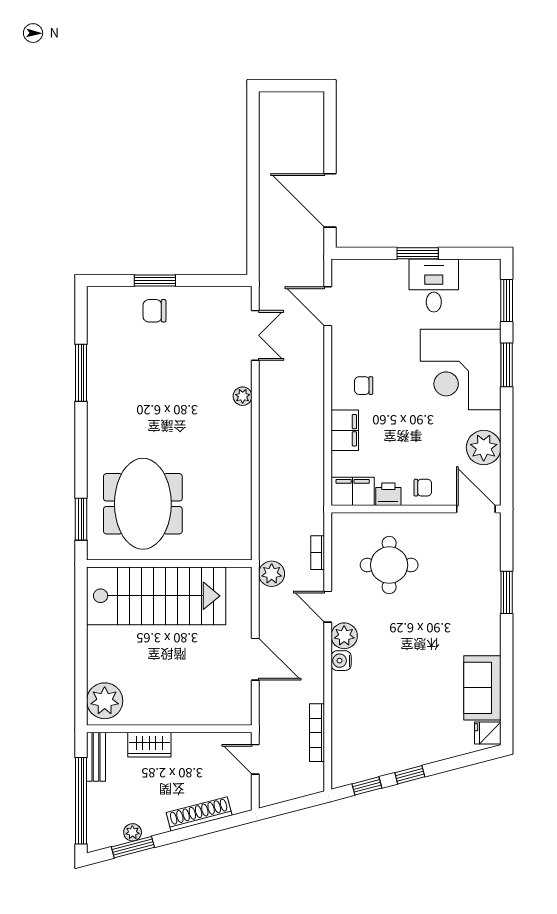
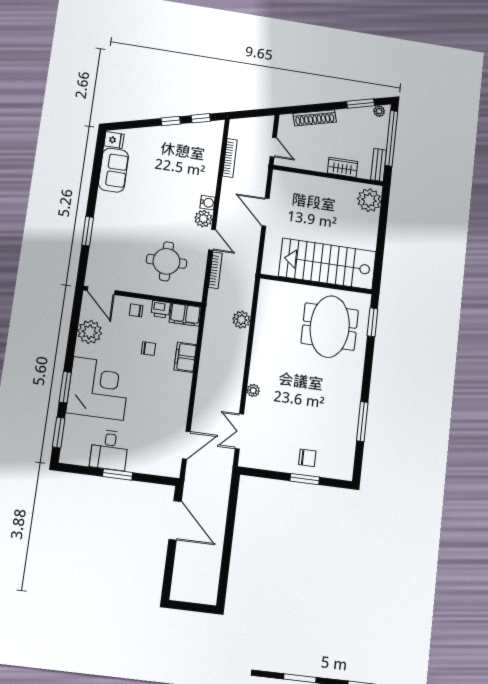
door: (328, 306) -> (186, 445), hinge flipped
chair: (364, 386) -> (148, 349), moved
bookcase: (318, 553) -> (215, 270), width x1.56
plant: (272, 574) -> (241, 320), moved
plant: (133, 832) -> (379, 111), moved

